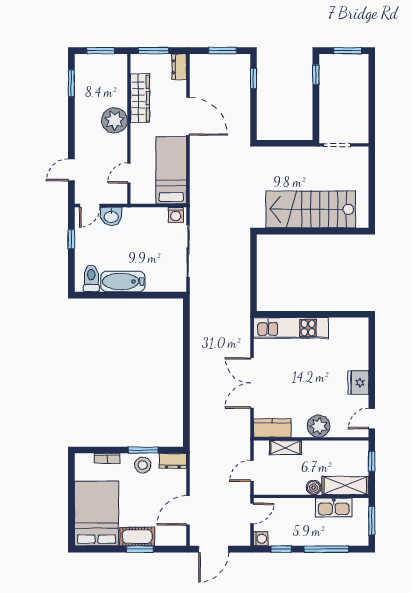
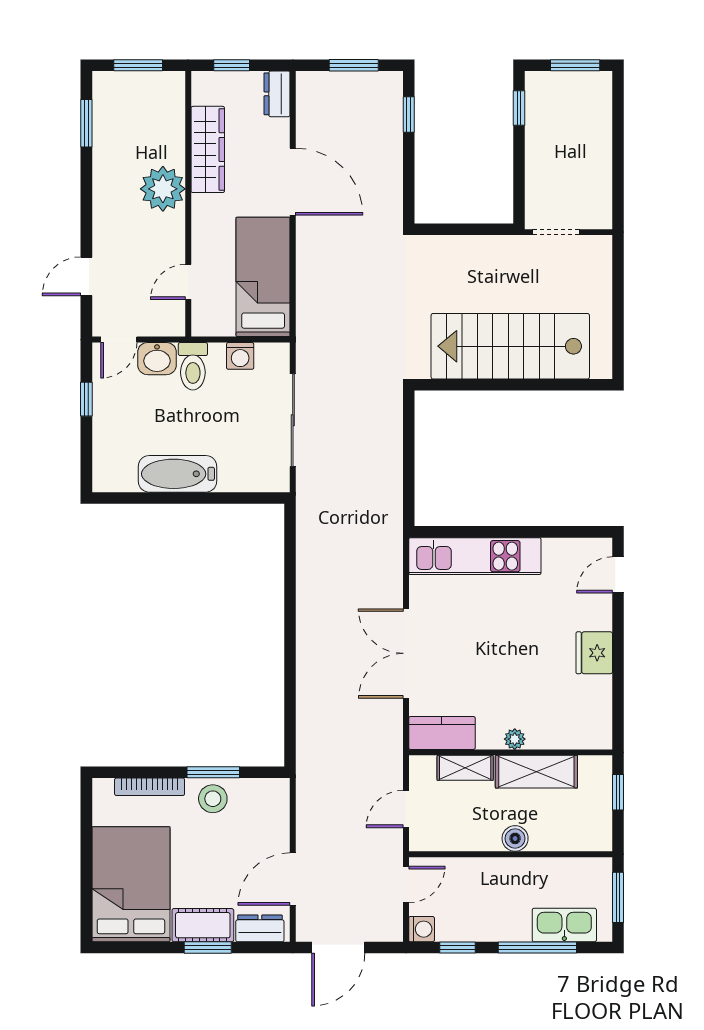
window: (153, 51) -> (232, 65), width x0.67
washing machine: (176, 215) -> (240, 356), moved
toilet: (91, 278) -> (193, 366), moved, turned 180
door: (372, 419) -> (618, 575), moved
plant: (319, 426) -> (515, 739), width x0.53, depth x0.53
bookcase: (107, 458) -> (150, 787), width x1.56
dresser: (173, 461) -> (260, 928), moved, turned 180
shelving: (345, 486) -> (536, 772), moved
kitchen sink: (334, 508) -> (564, 925), moved, turned 180

